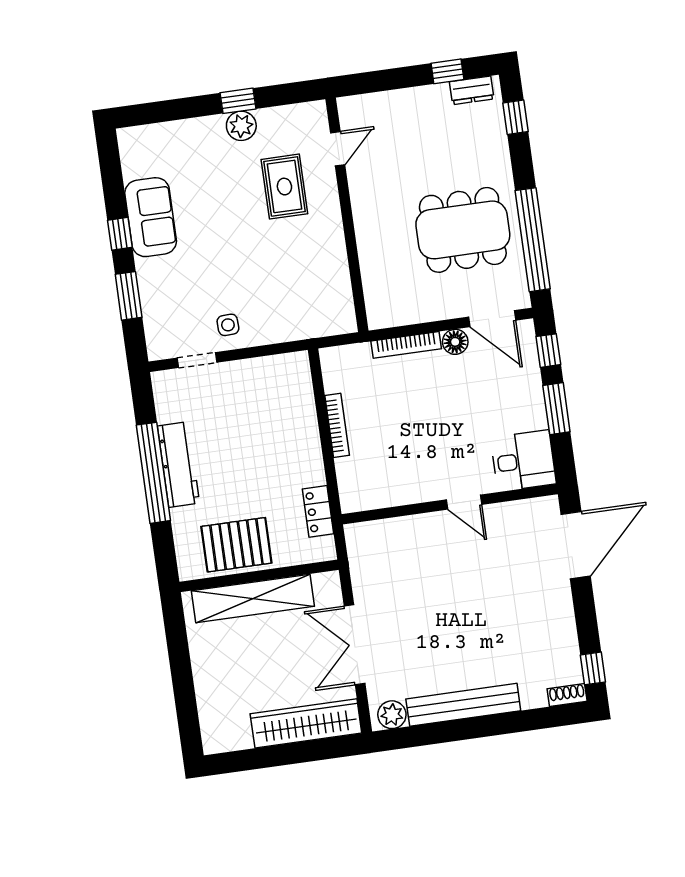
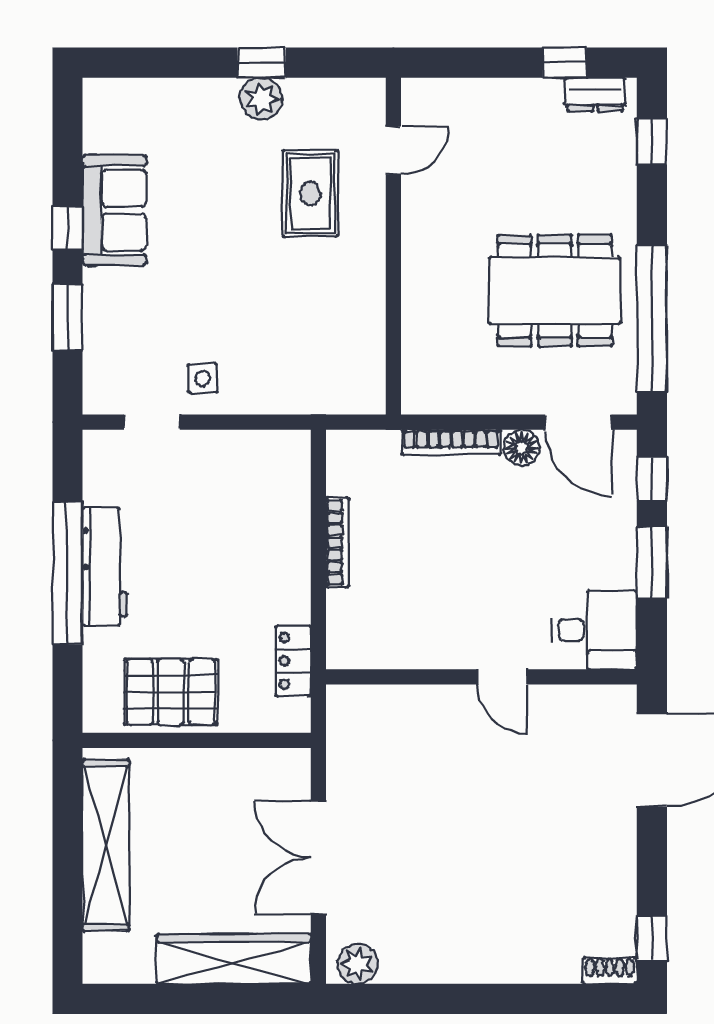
shelving: (253, 598) -> (106, 845), moved, turned 90
bench: (463, 705) -> (461, 964), removed

